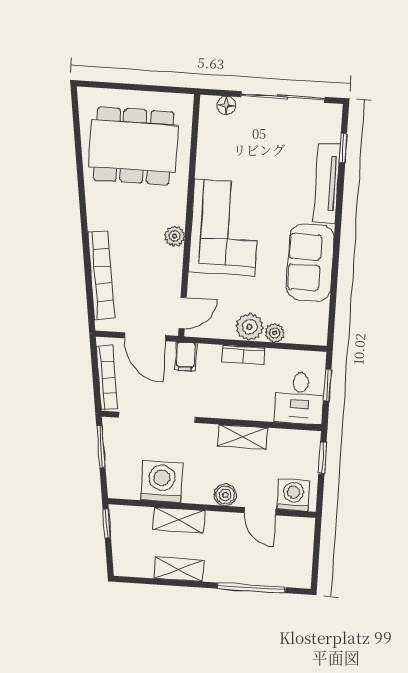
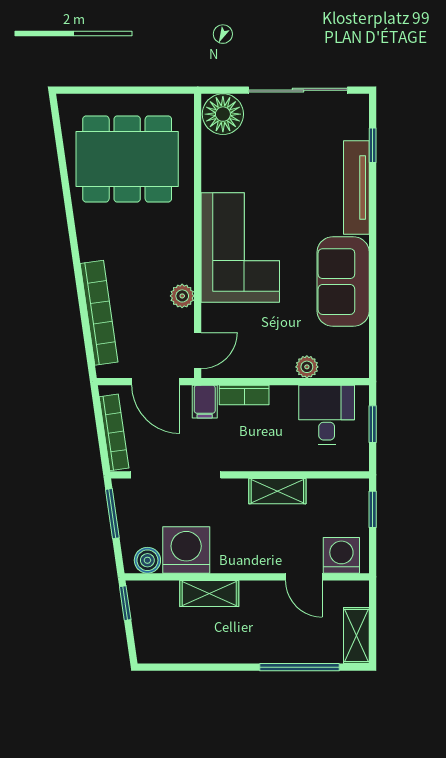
floor lamp: (226, 106) -> (223, 114), width x1.89, depth x1.89
plant: (175, 236) -> (182, 296), moved
plant: (250, 327) -> (277, 362), removed
bookcase: (243, 355) -> (244, 395), moved
desk: (300, 398) -> (327, 415), moved, turned 180
boiler: (225, 495) -> (147, 560), moved
shelving: (179, 569) -> (356, 635), moved, turned 90

